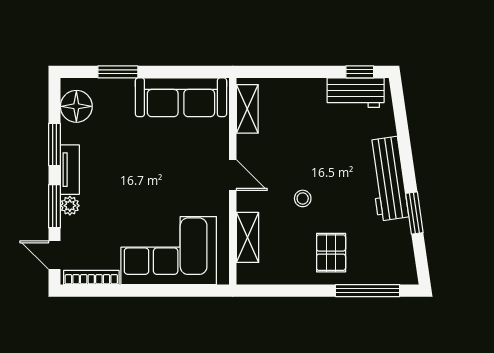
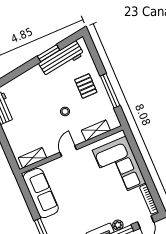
workbench: (388, 179) -> (61, 59), moved
pallet: (331, 253) -> (86, 86), turned 90
window: (368, 291) -> (110, 91), moved

